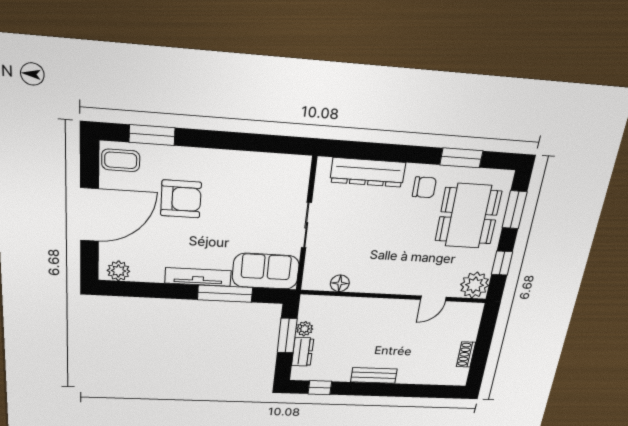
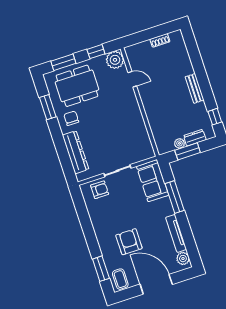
armchair: (289, 186) -> (100, 190), added
tv unit: (198, 277) -> (176, 233), moved
floor lamp: (340, 283) -> (144, 137), removed

